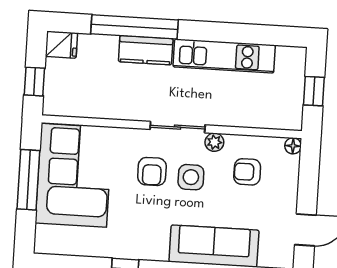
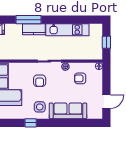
window: (135, 27) -> (28, 20), width x0.68
side table: (191, 177) -> (40, 107), moved

